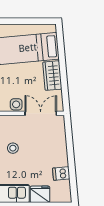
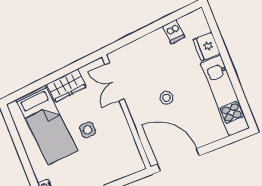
side table: (16, 104) -> (88, 130), moved

